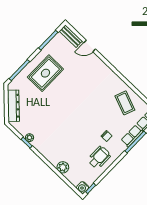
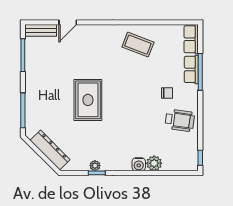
rug: (45, 73) -> (88, 100), moved
coffee table: (125, 103) -> (138, 45), moved
wheelchair: (99, 157) -> (180, 120), turned 98
water cooler: (83, 187) -> (139, 164), moved

